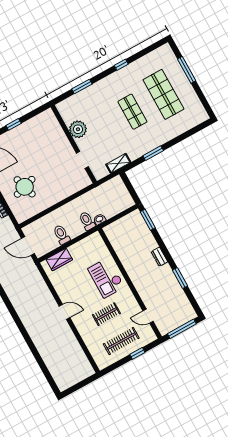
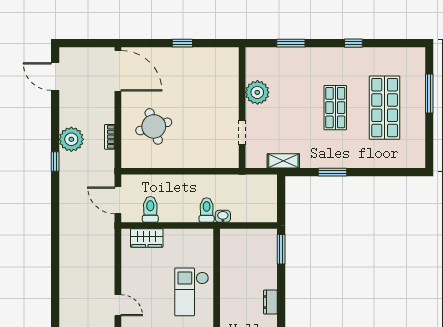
toilet: (62, 235) -> (150, 209), moved

